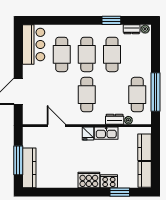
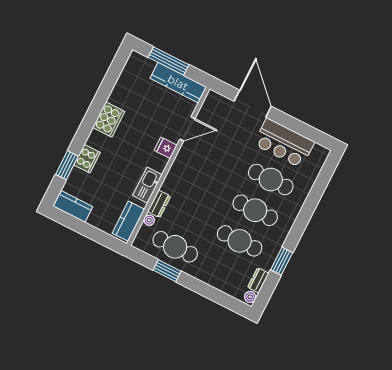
bar counter: (34, 45) -> (284, 143), moved
window: (156, 92) -> (167, 271), width x0.47
cafe table: (87, 95) -> (206, 185), removed
fridge: (88, 134) -> (166, 148), moved
kitchen counter: (145, 147) -> (128, 221), moved, turned -90
kitchen counter: (29, 168) -> (178, 83), moved
cooker: (89, 180) -> (109, 120), moved

